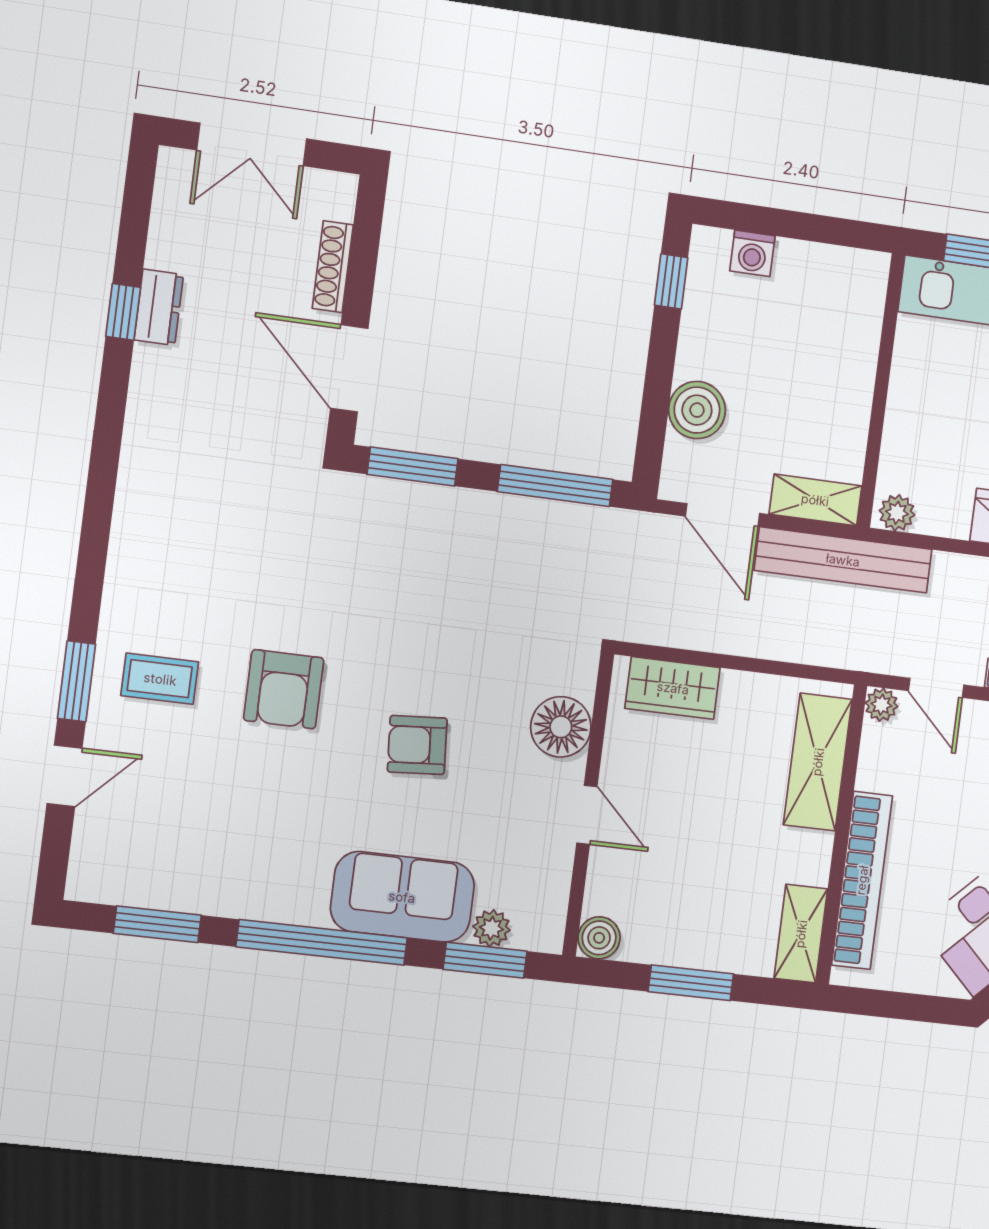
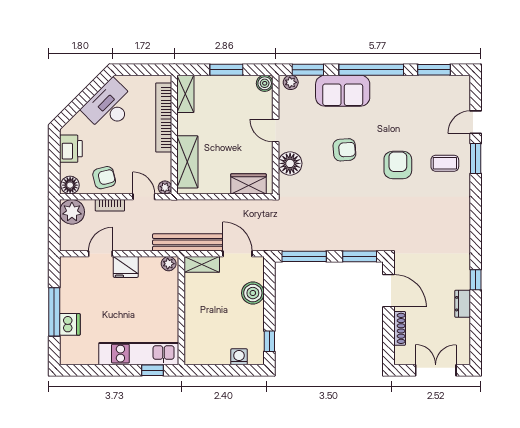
window: (123, 312) -> (476, 280), moved
plant: (491, 928) -> (291, 82), moved

